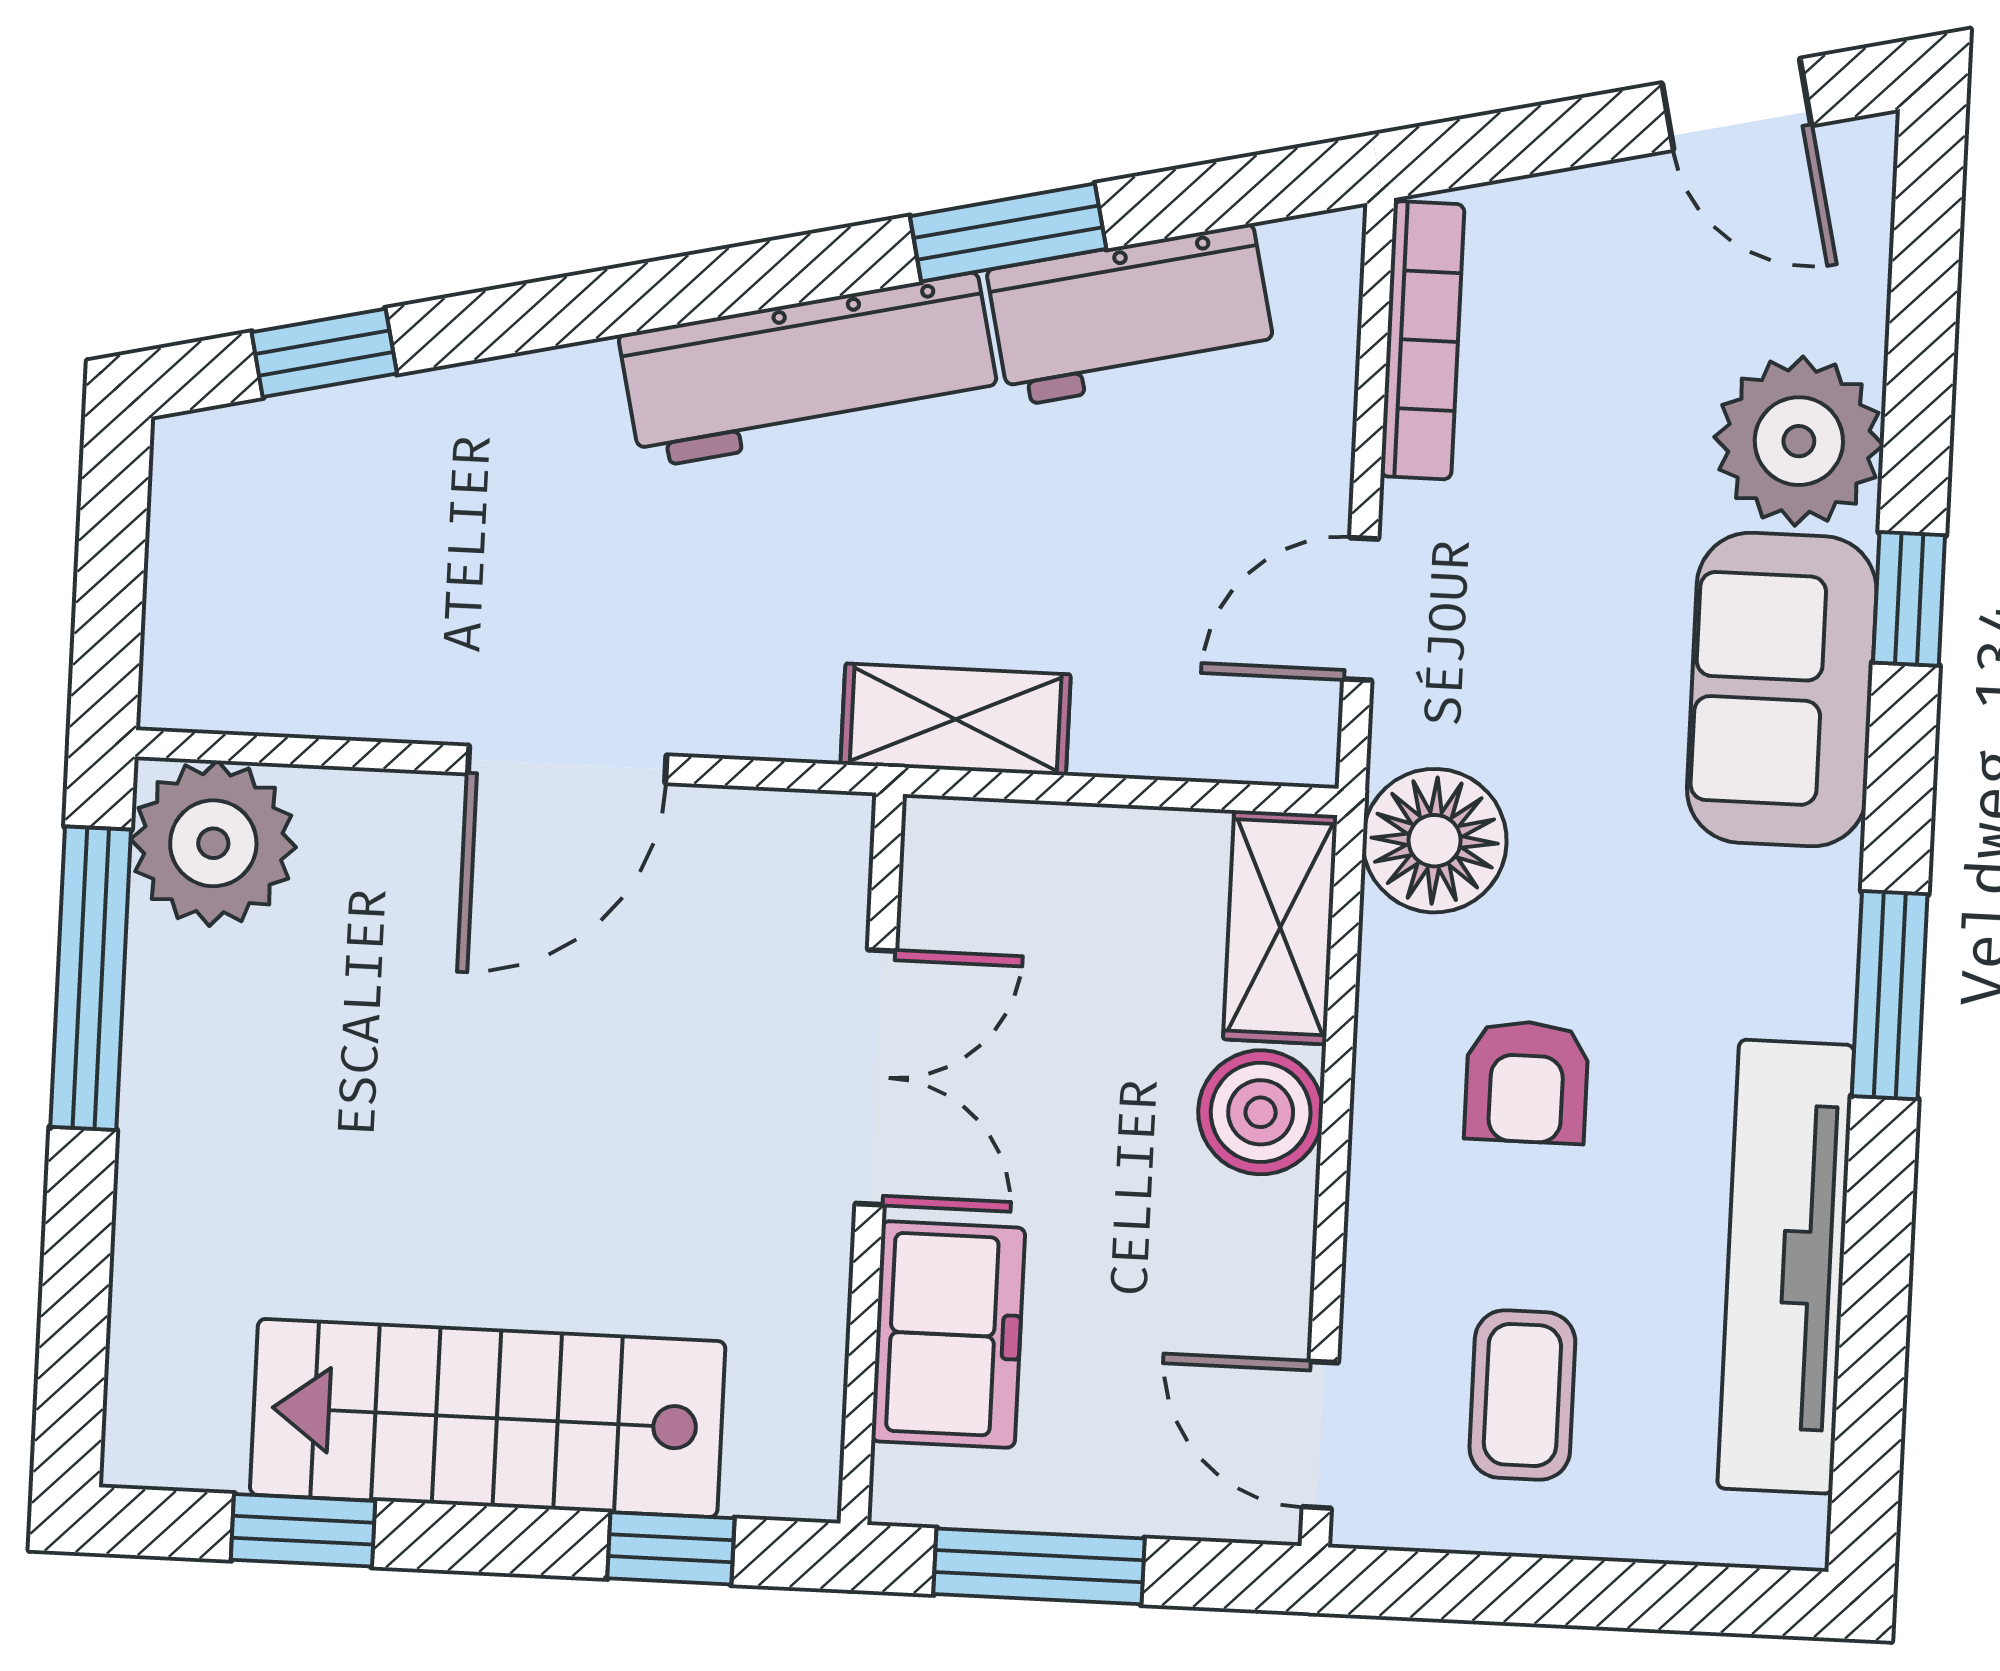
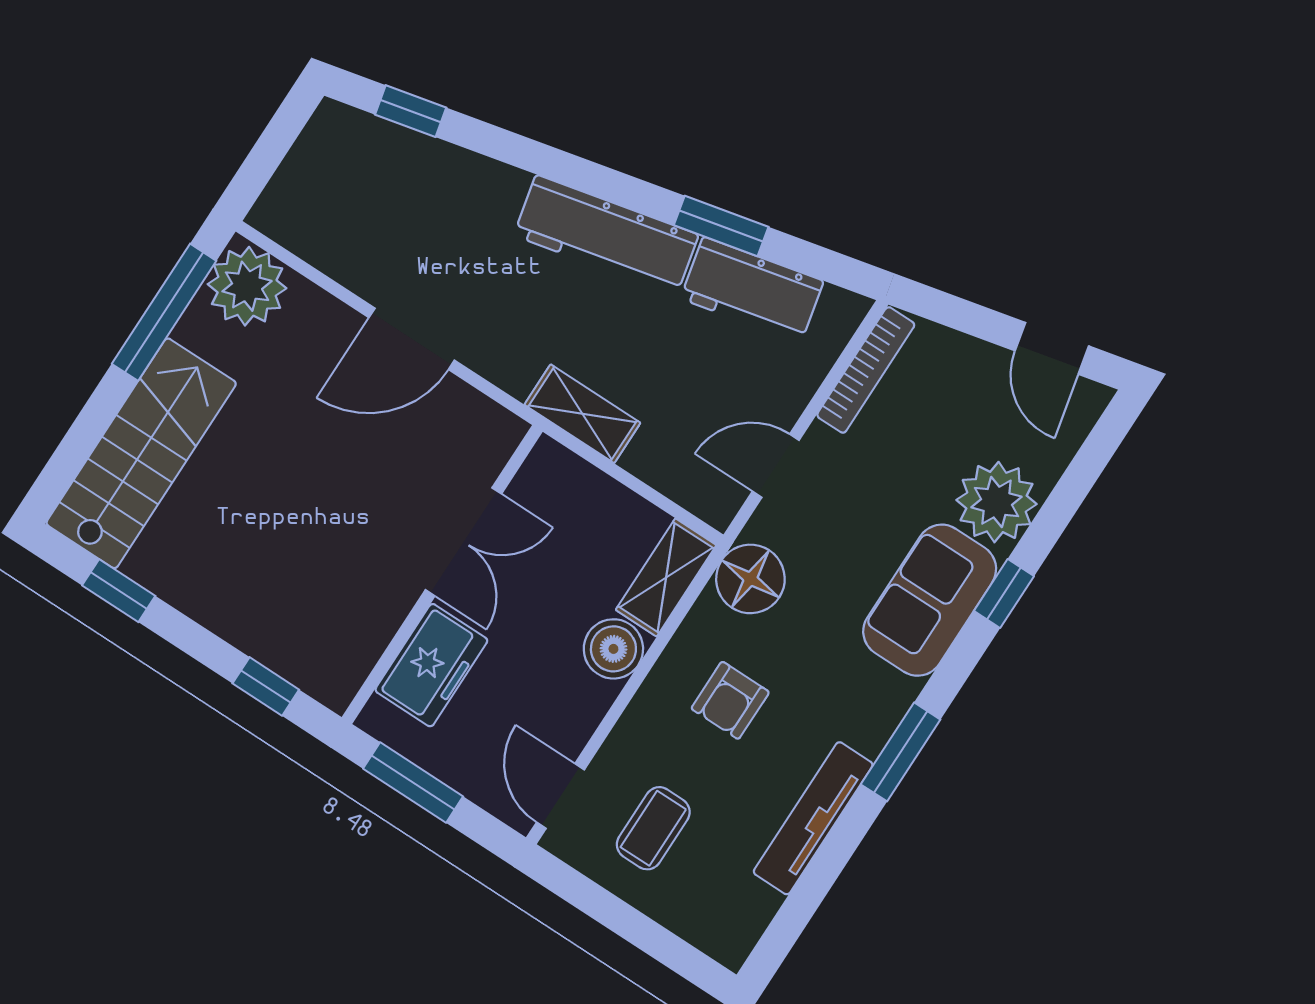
tv unit: (1786, 1267) -> (813, 818), width x0.73, depth x0.78
stairs: (488, 1418) -> (141, 453), moved, turned 90

